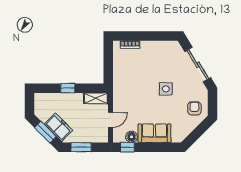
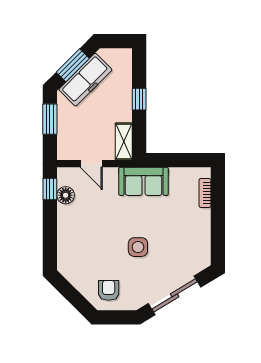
armchair: (194, 108) -> (109, 290), turned -90
freezer: (58, 127) -> (85, 80), width x1.40
sofa: (154, 133) -> (144, 181), moved, turned 90

